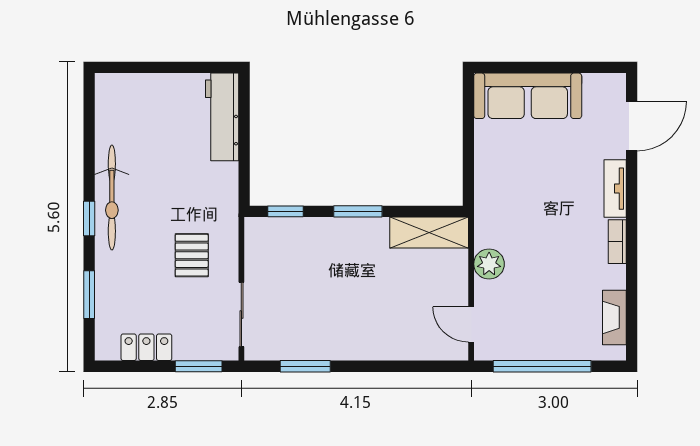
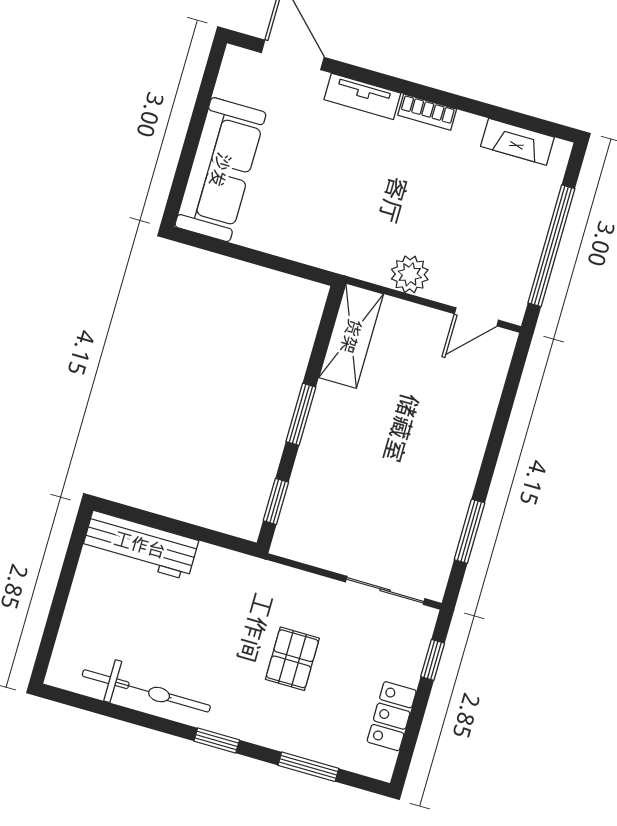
bicycle: (112, 197) -> (146, 691), moved
pallet: (192, 255) -> (292, 659), moved, turned 90
window: (199, 366) -> (433, 660), width x0.67

